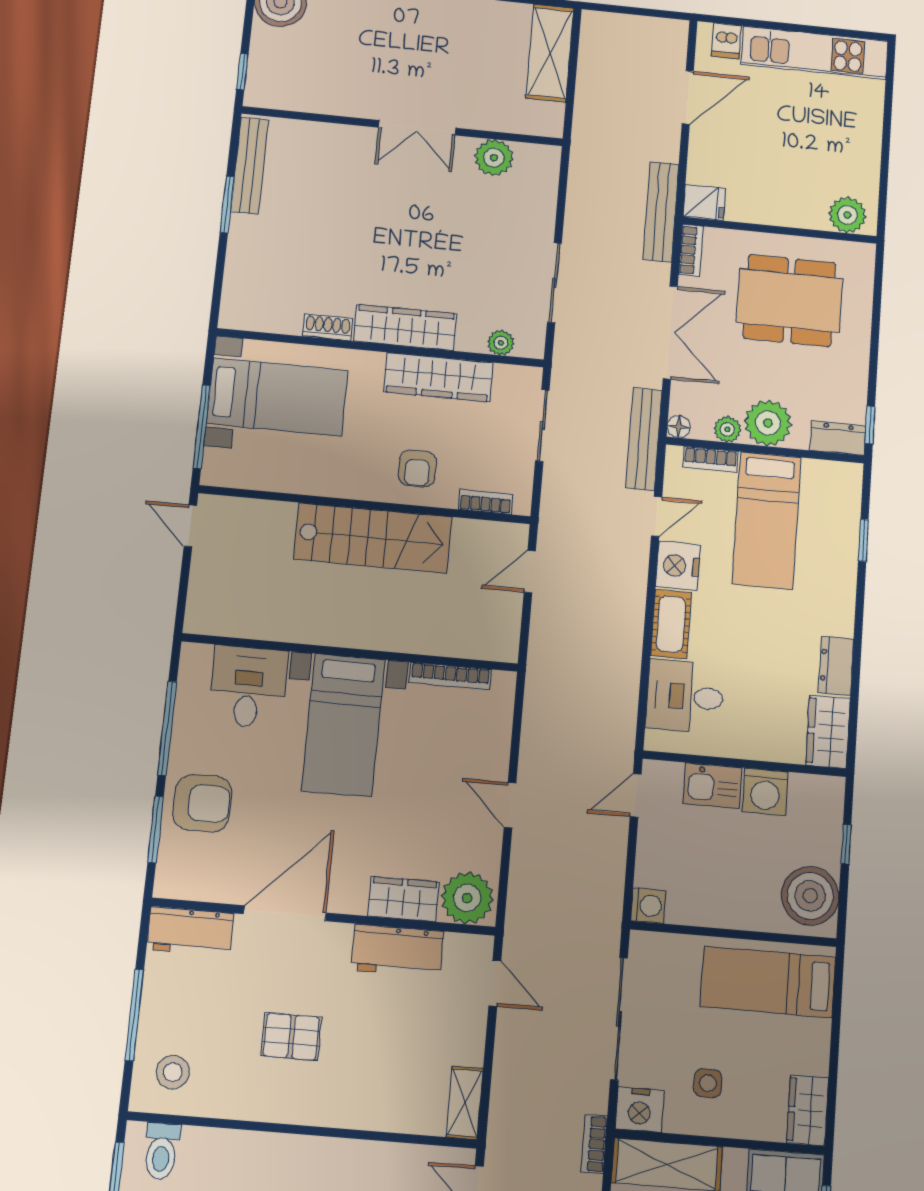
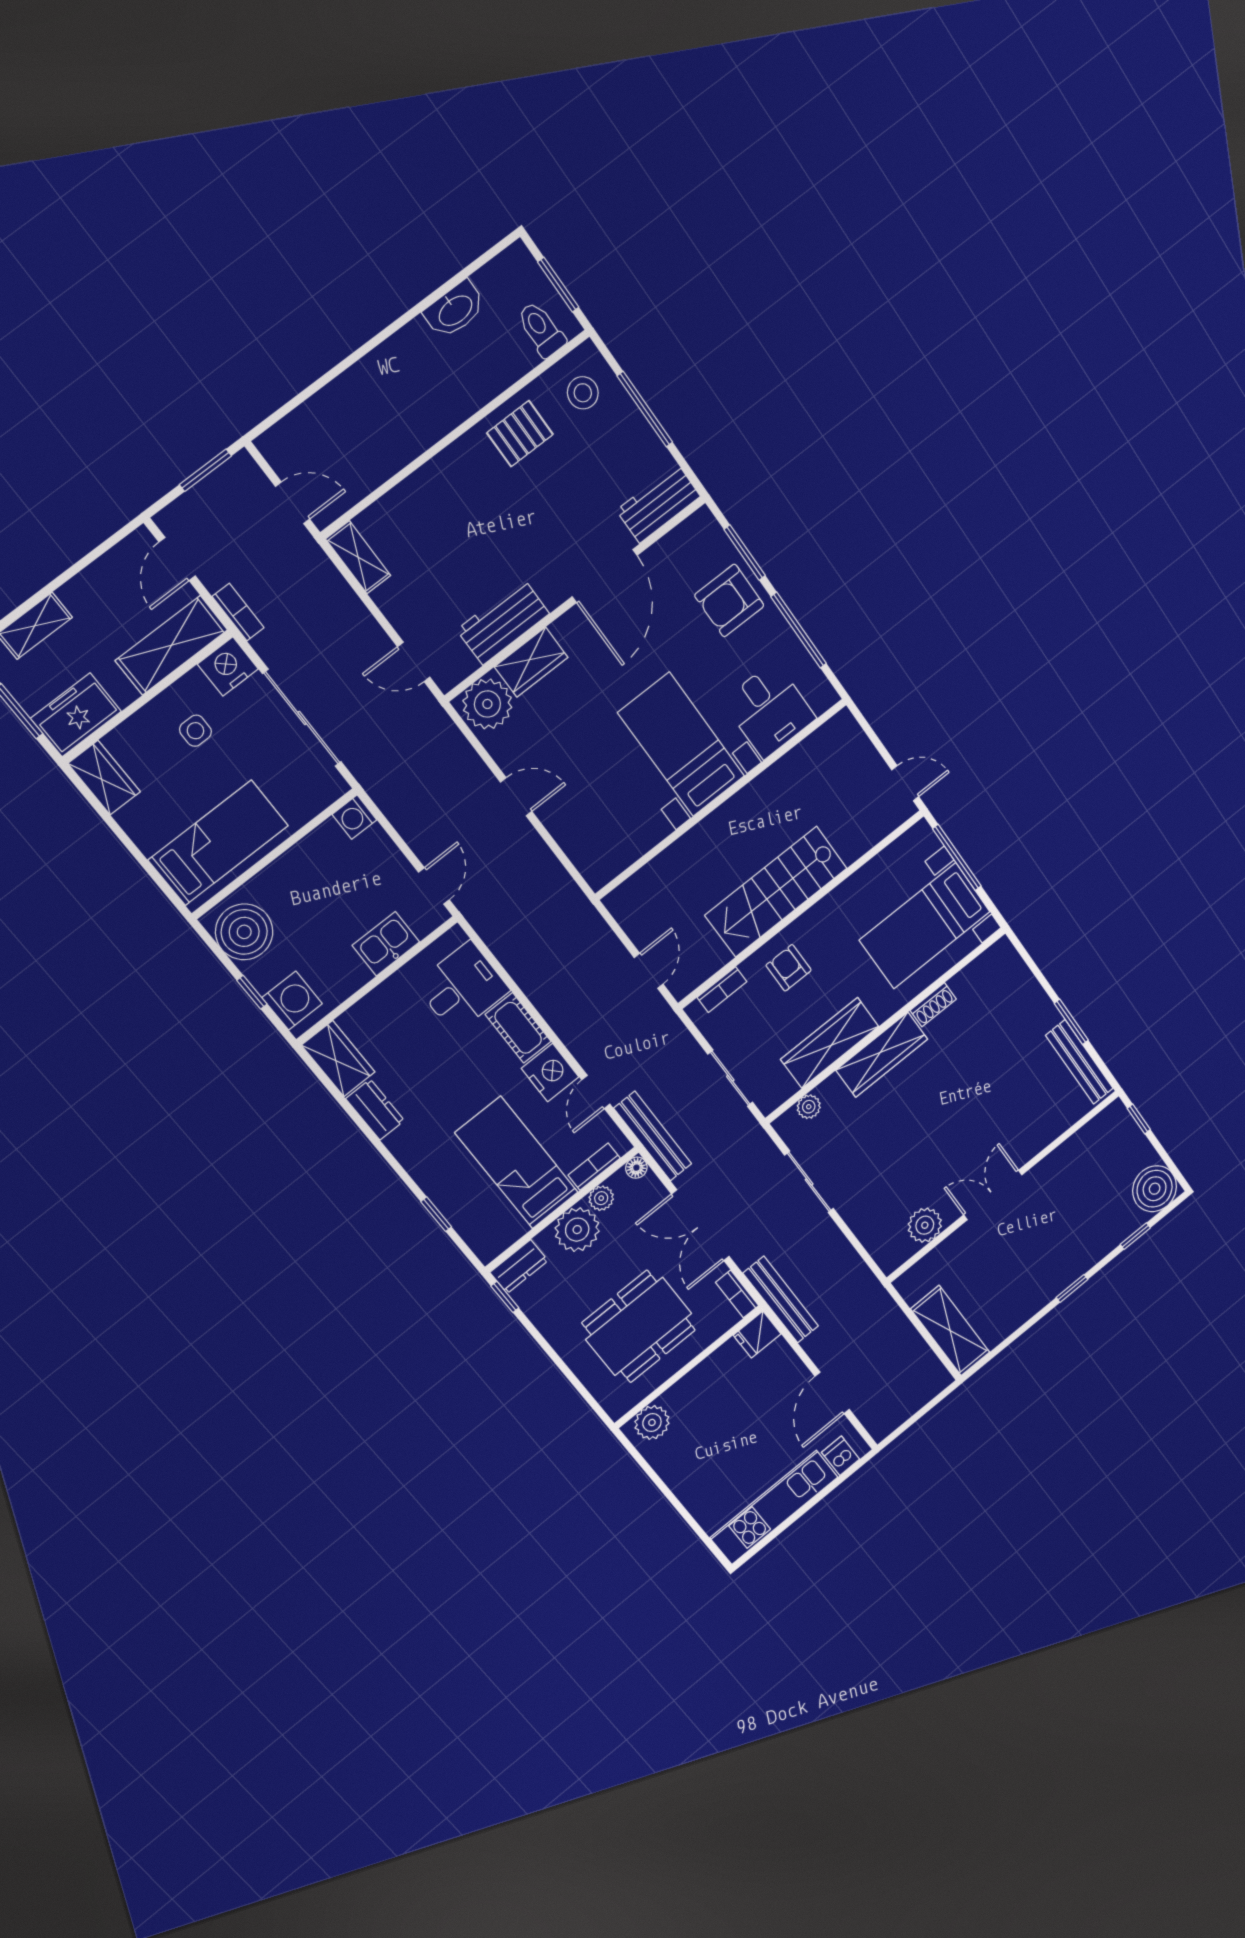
bookcase: (450, 676) -> (638, 847), removed
washing machine: (765, 792) -> (292, 1001), moved, turned 90
pallet: (291, 1037) -> (520, 434), moved

